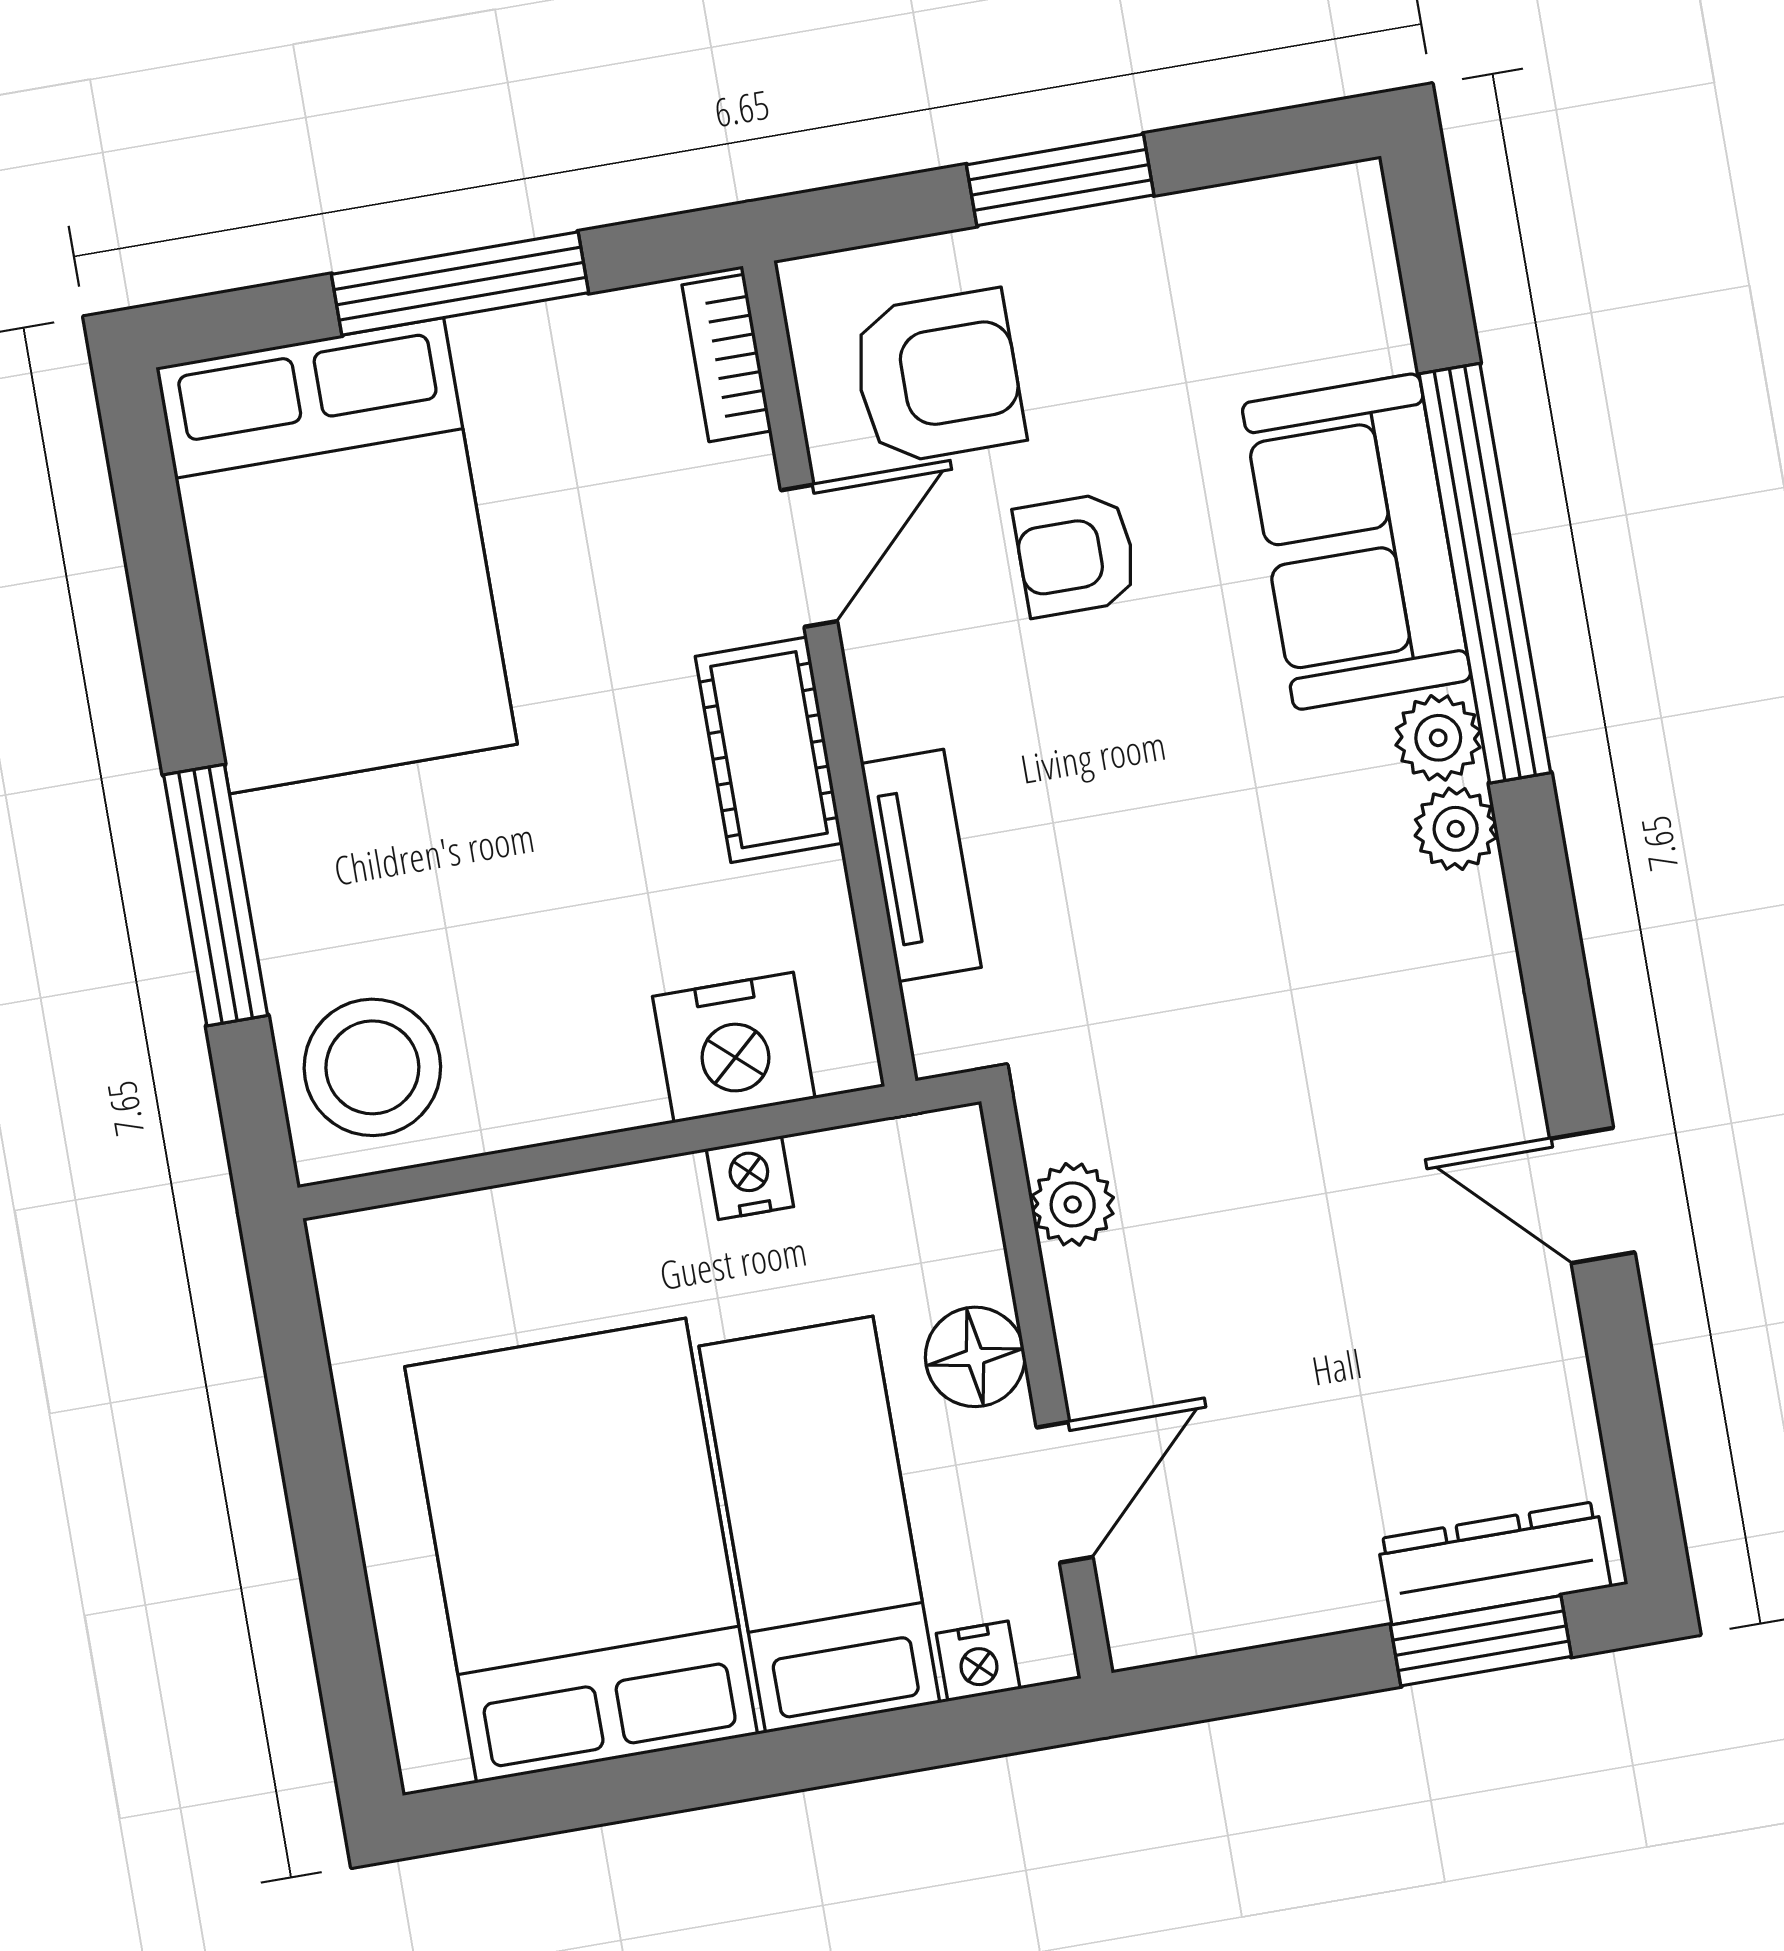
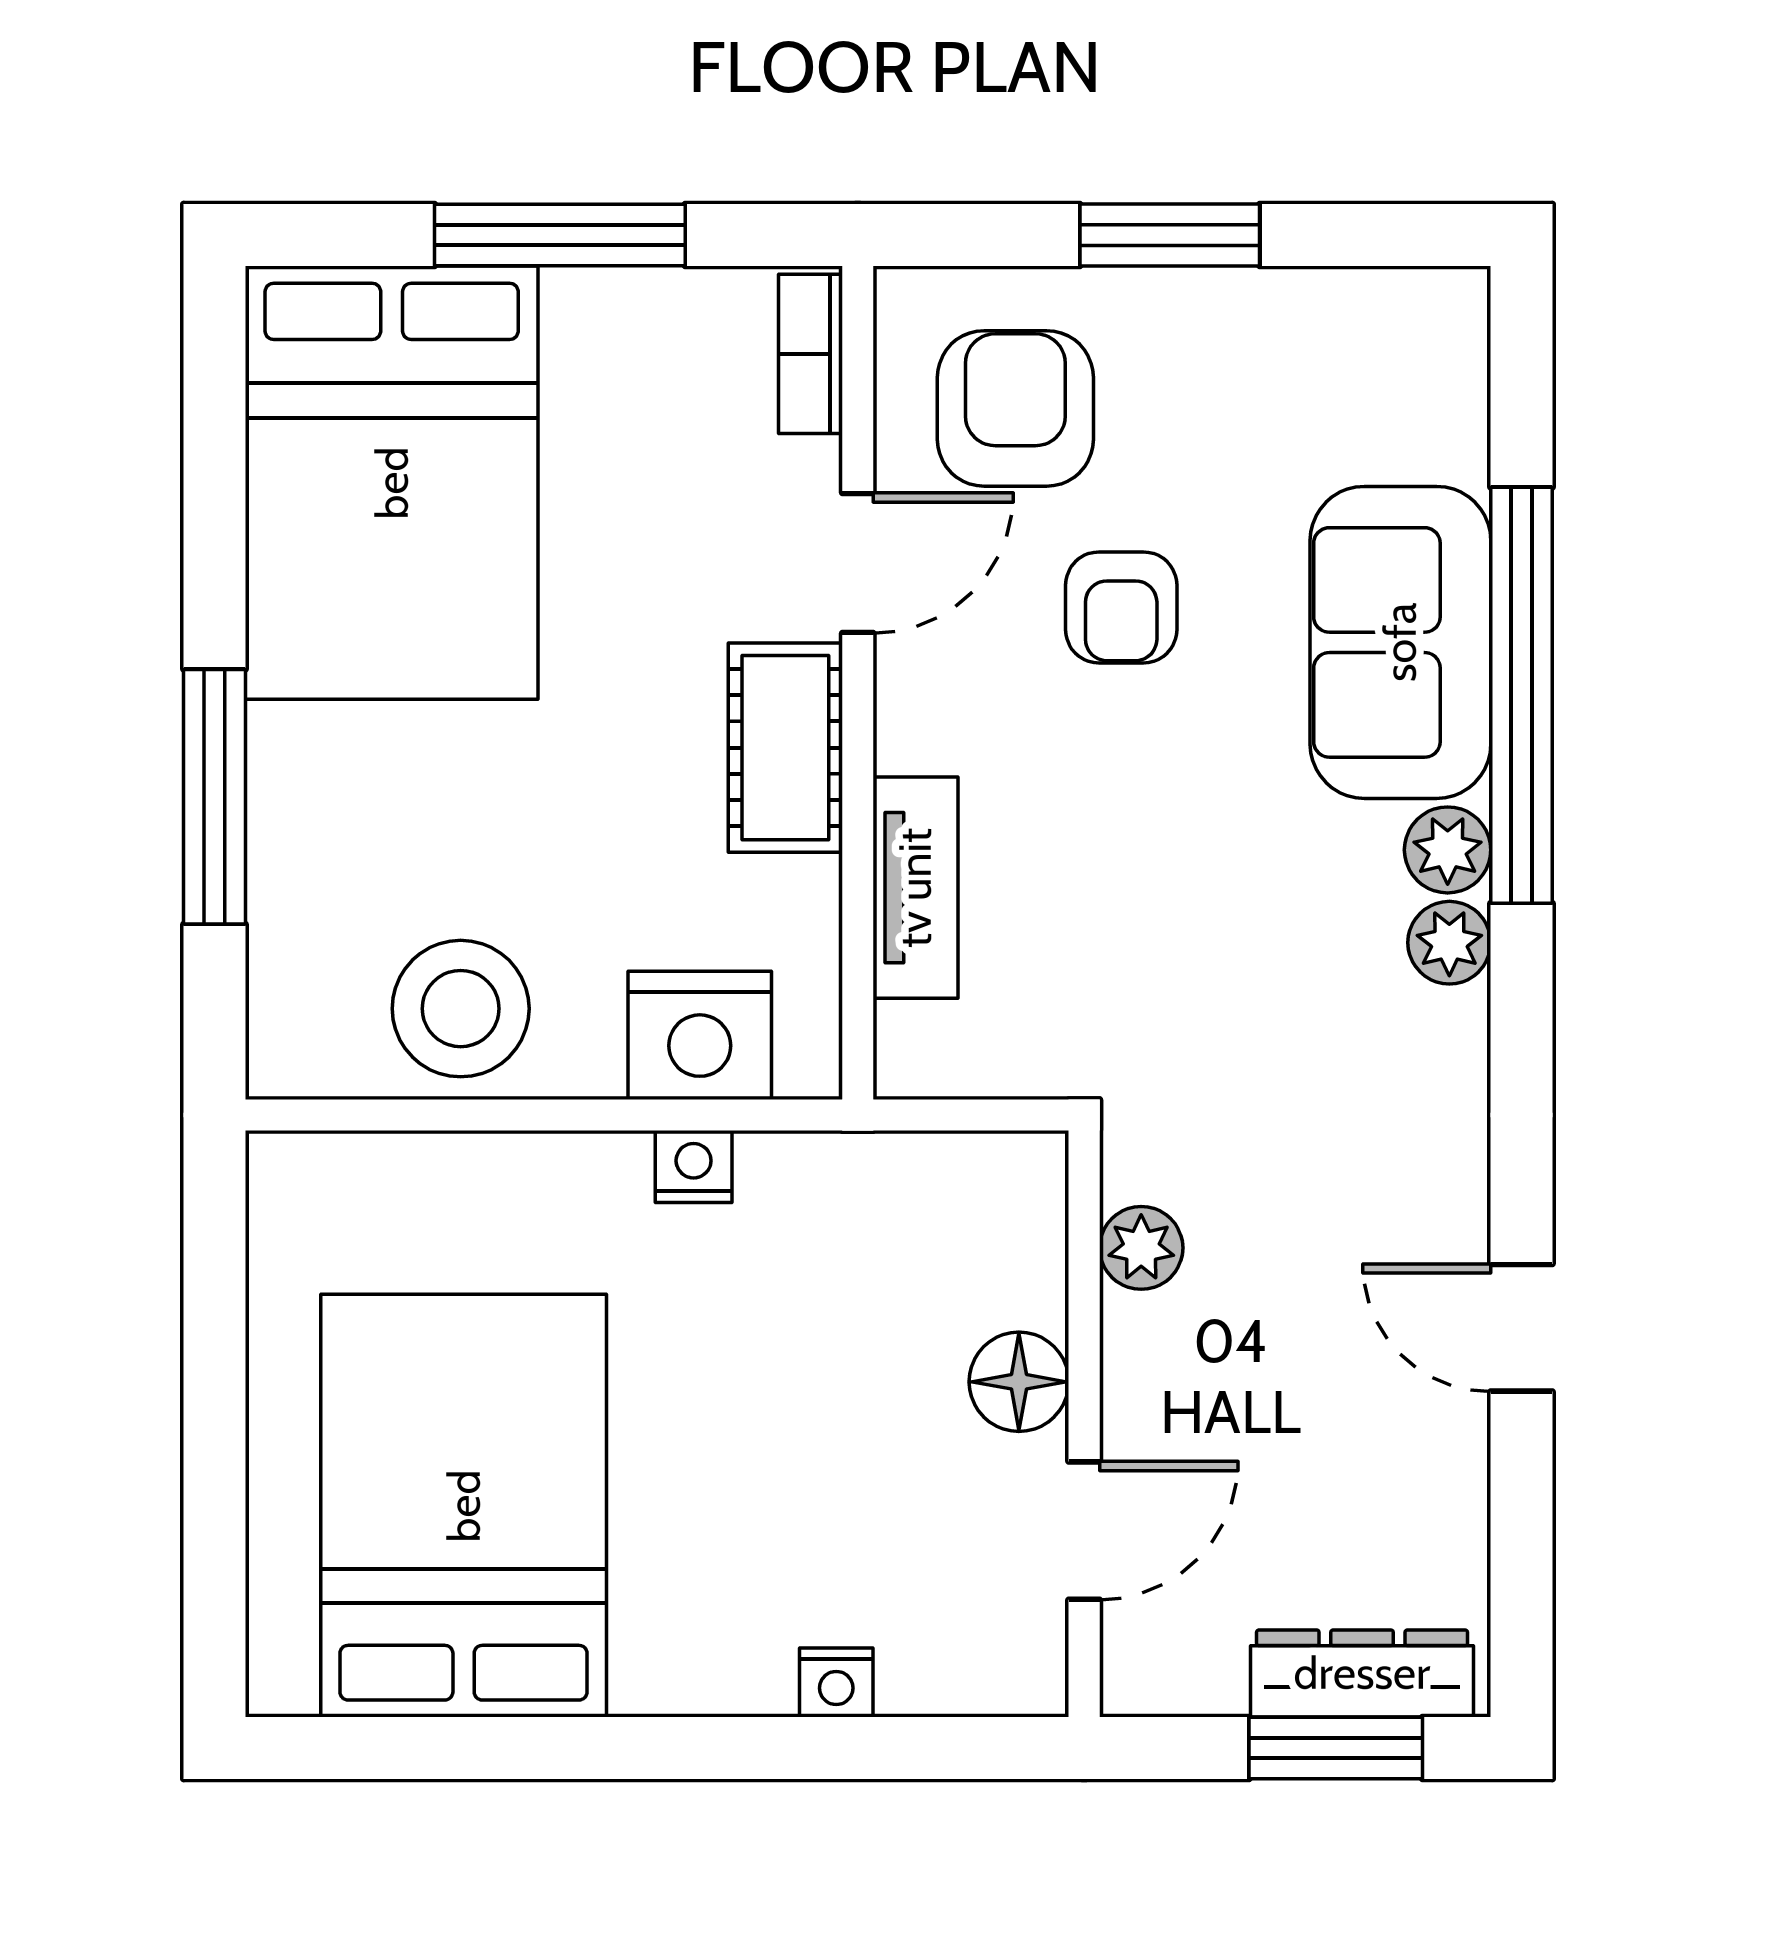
armchair: (938, 377) -> (1015, 408), turned -90
armchair: (1076, 555) -> (1121, 607), turned -90
stool: (372, 1067) -> (461, 1009), moved
plant: (1073, 1204) -> (1141, 1248), moved
floor lamp: (975, 1357) -> (1019, 1382), moved
wall: (1046, 1387) -> (1084, 1424), moved
door: (1065, 1492) -> (1084, 1531), moved
bed: (819, 1524) -> (703, 1521), removed

